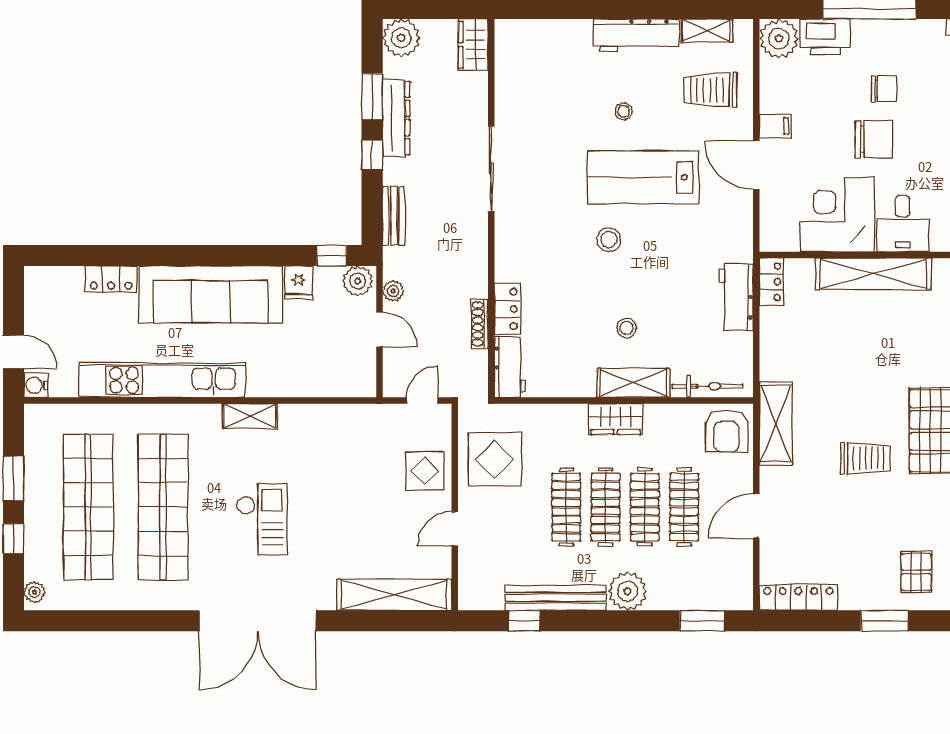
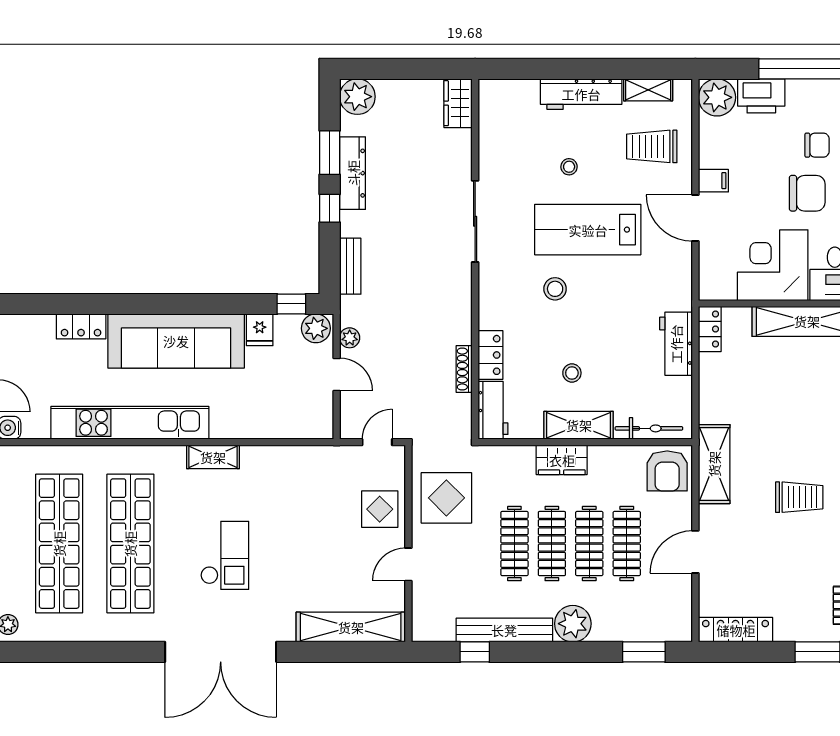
wardrobe: (473, 45) -> (458, 103), moved
sliding door: (491, 169) -> (475, 221), moved
wall: (491, 208) -> (475, 259), moved
locker: (507, 309) -> (490, 355), moved
shoe rack: (480, 324) -> (464, 369), moved
workbench: (510, 367) -> (493, 410), moved

